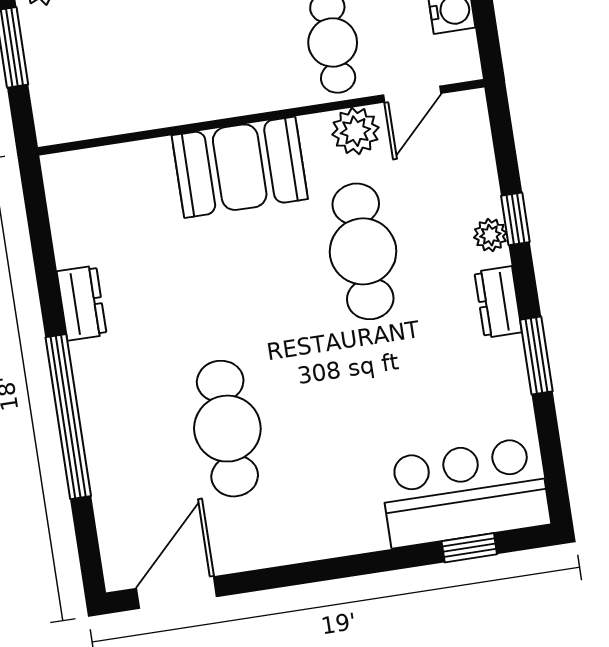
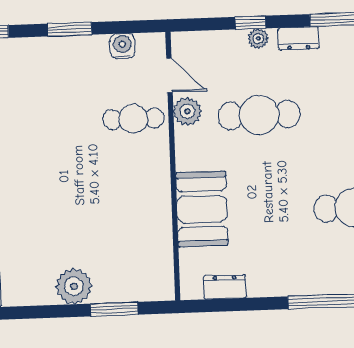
booth: (240, 167) -> (202, 209), moved
dresser: (82, 303) -> (225, 287), moved

